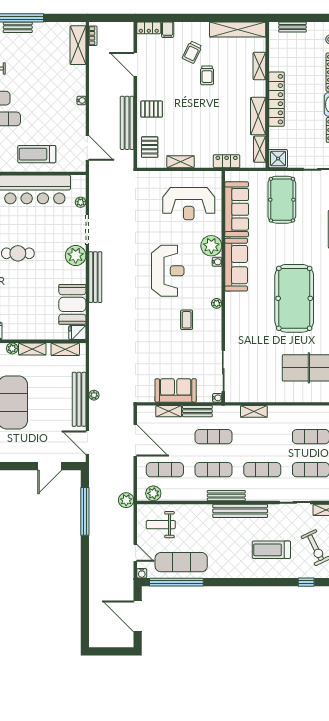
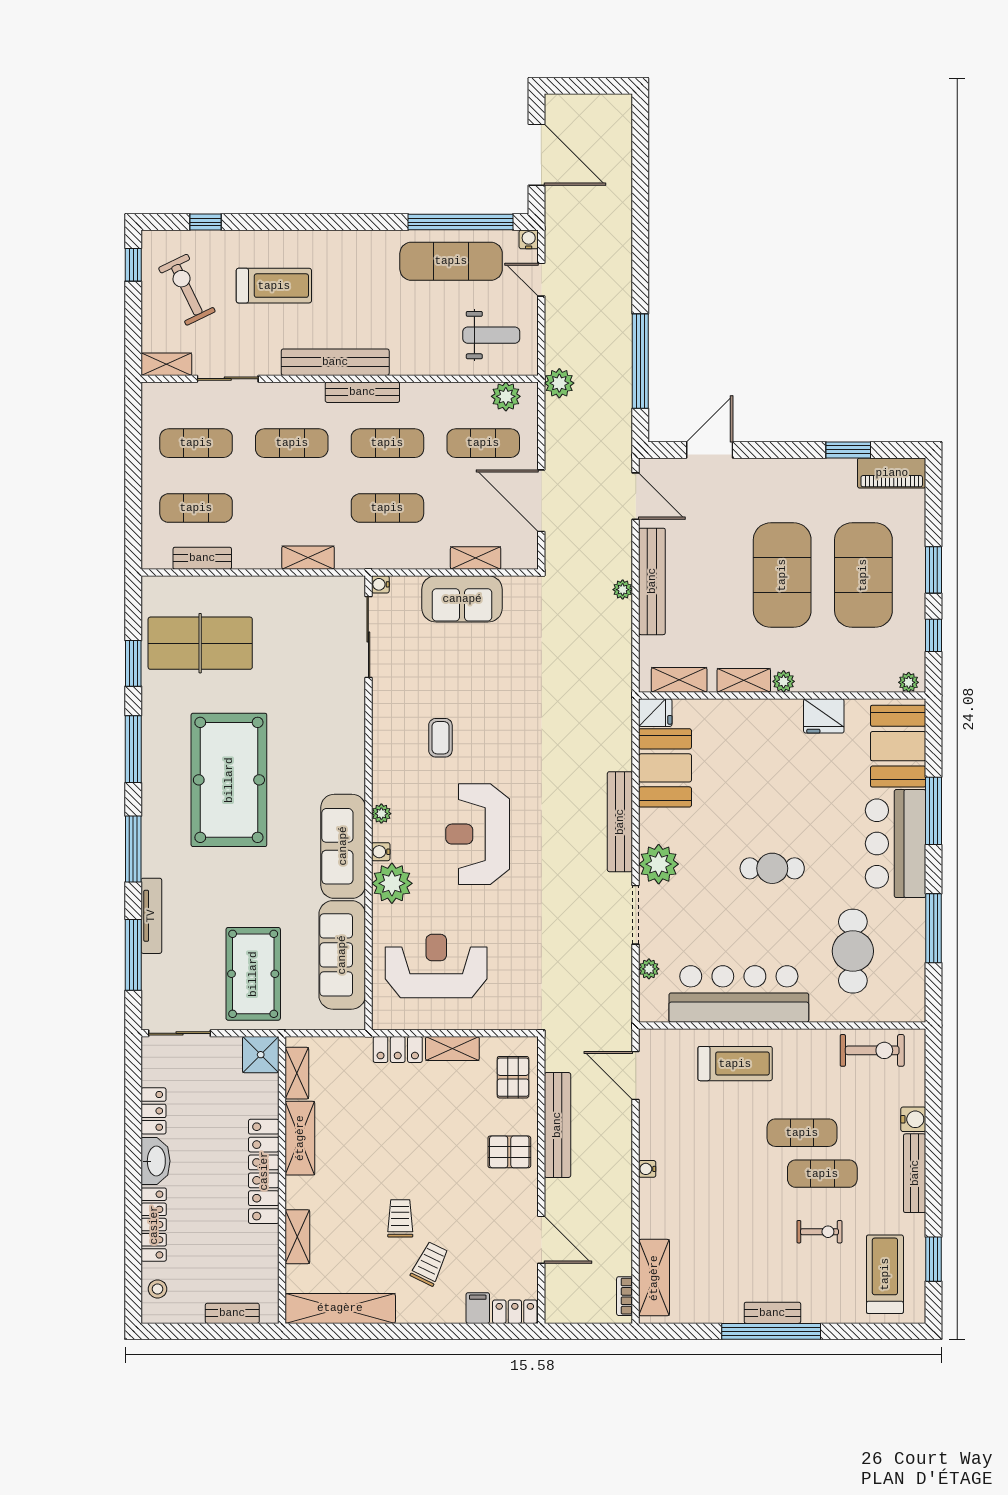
locker: (227, 161) -> (398, 1050), moved
plant: (217, 303) -> (381, 814), moved
bench: (197, 411) -> (202, 558), moved

